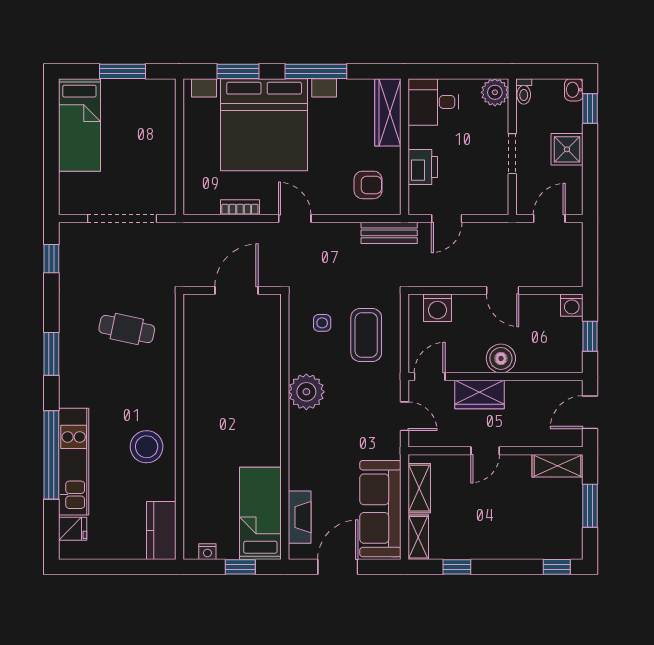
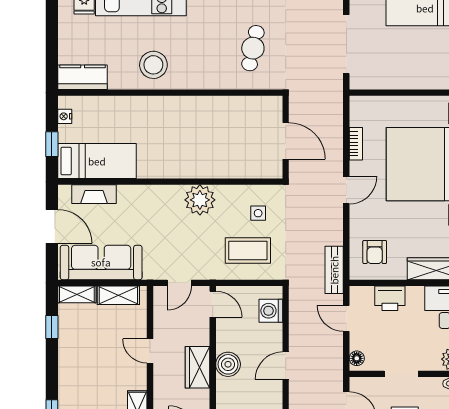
floor lamp: (494, 206) -> (357, 358), added
wardrobe: (479, 395) -> (198, 367), moved

